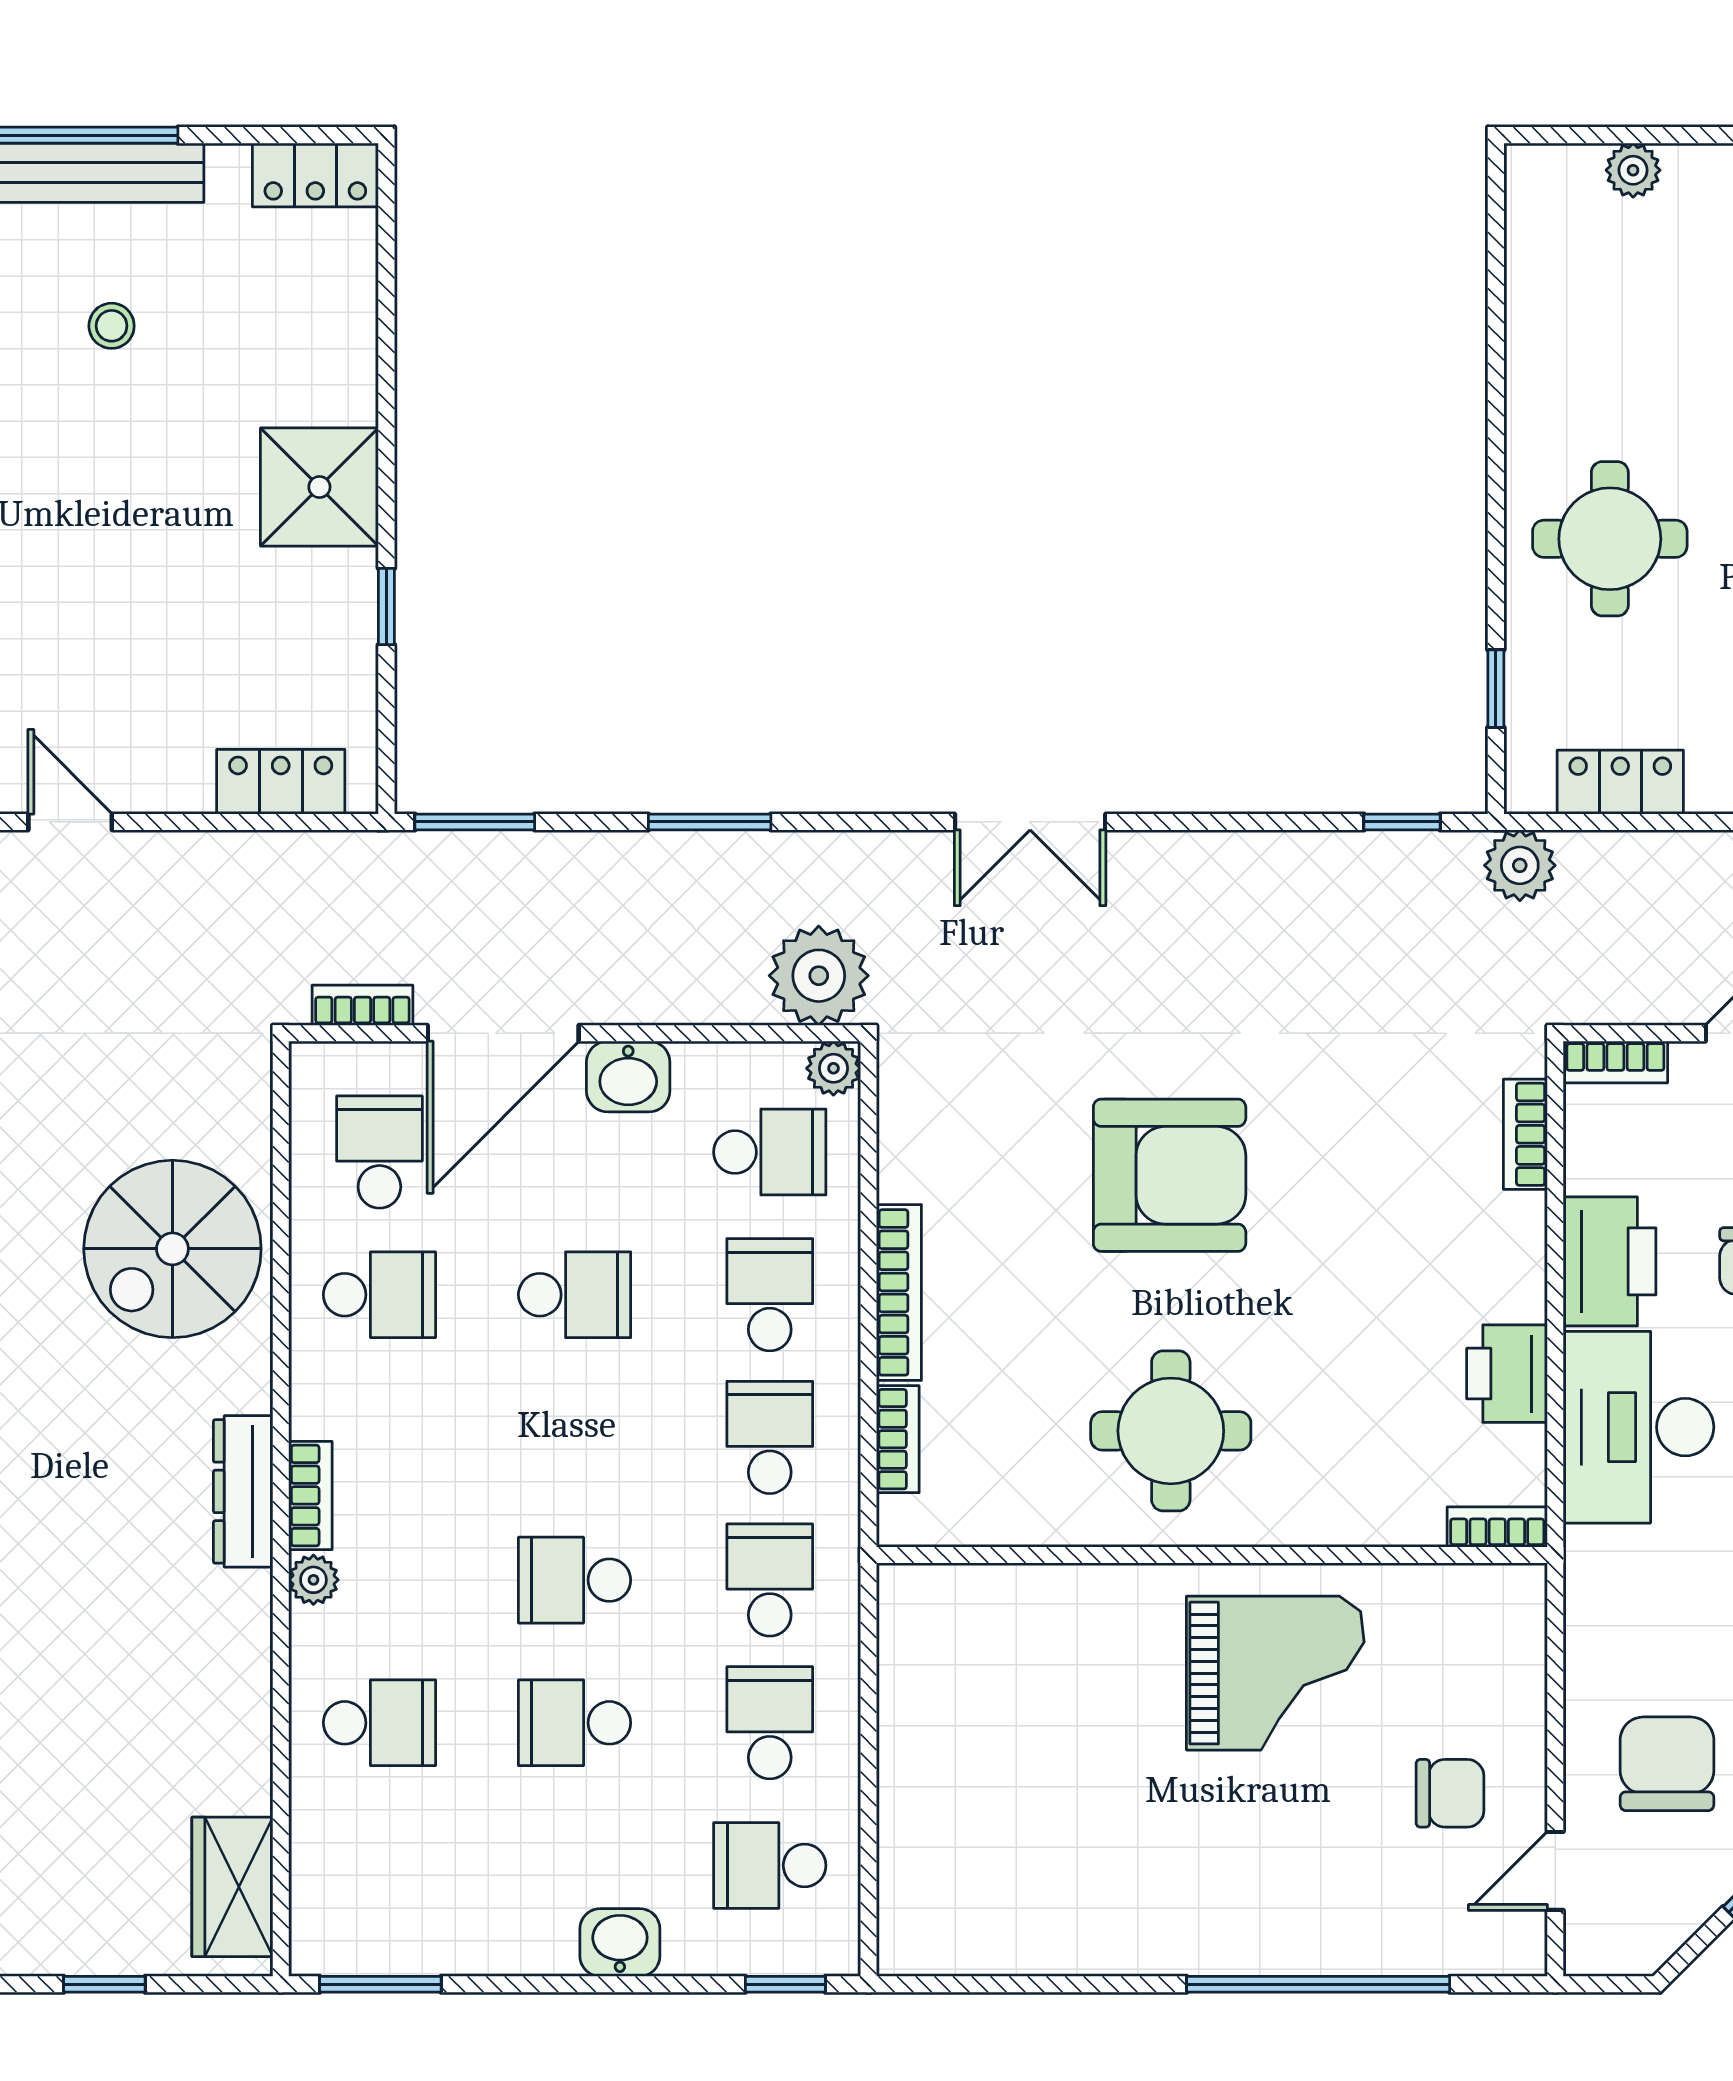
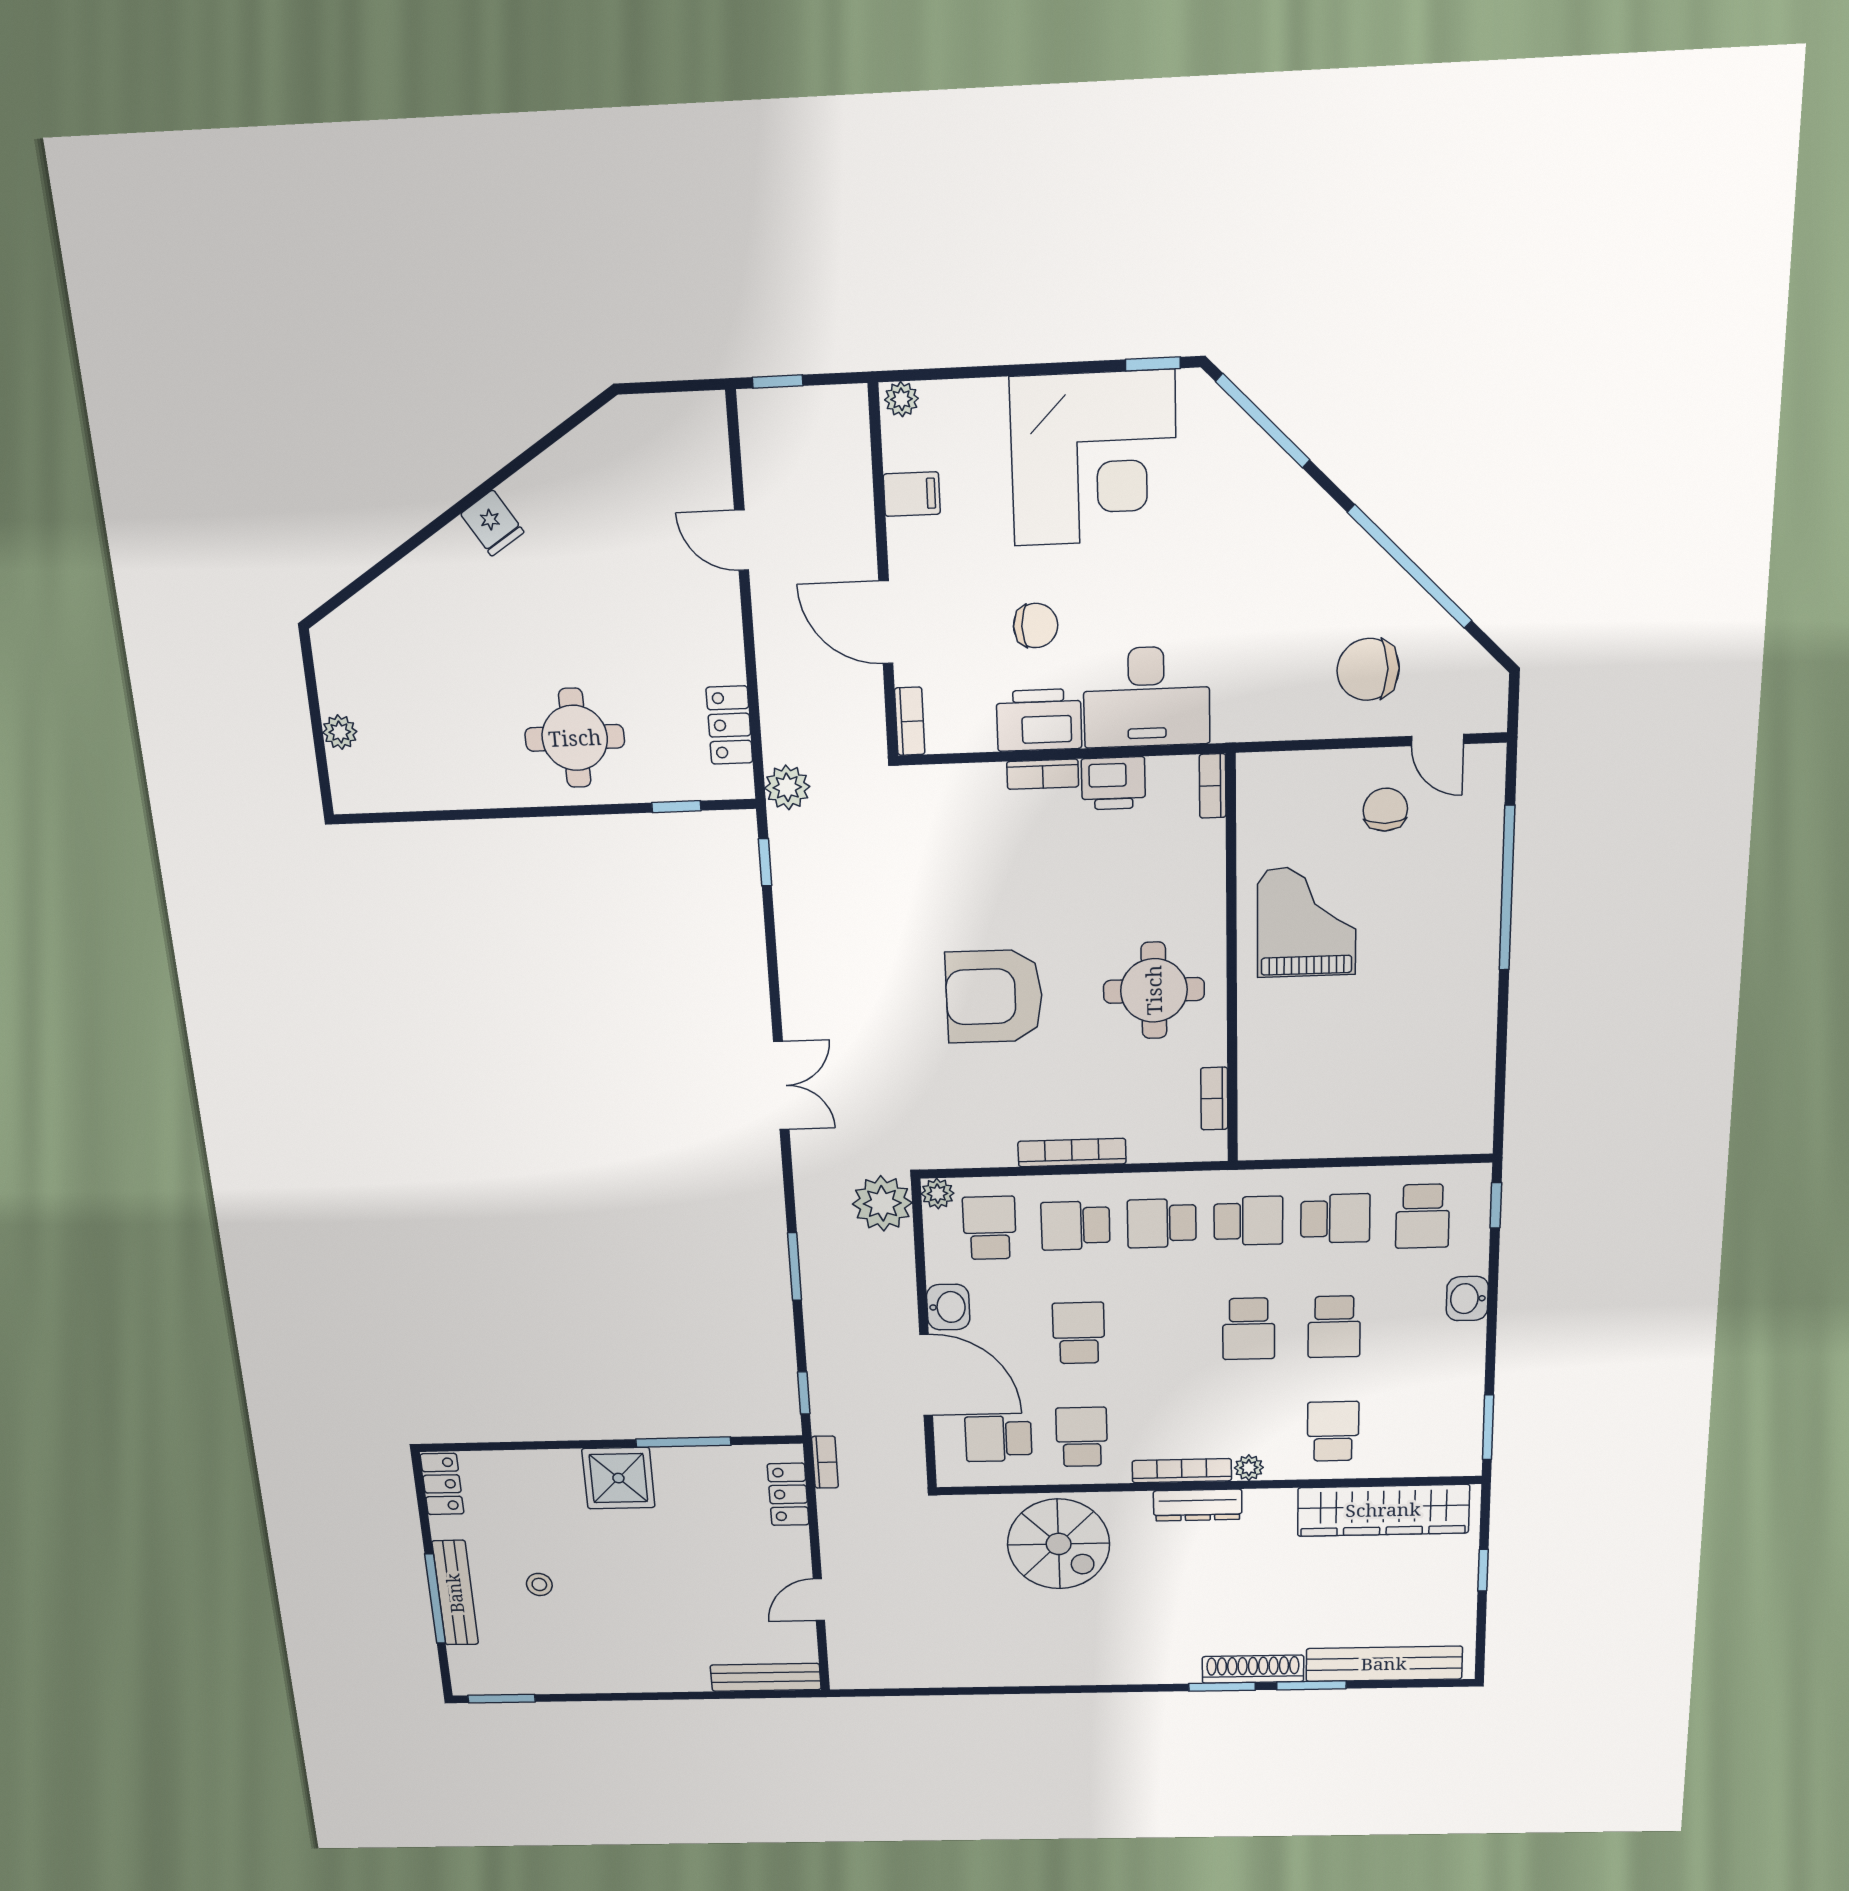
window: (386, 606) -> (683, 1442), width x2.17
window: (475, 822) -> (804, 1393), width x0.67
bookcase: (362, 1005) -> (825, 1462), moved, turned 180
bookcase: (1525, 1134) -> (1043, 774), moved
armchair: (1170, 1175) -> (994, 996), turned -90
bookcase: (898, 1439) -> (1214, 1099), moved, turned -90
bookcase: (310, 1495) -> (1182, 1471), width x1.56
school desk: (770, 1580) -> (1248, 1221), turned 180
school desk: (770, 1723) -> (1335, 1219), turned 180
wardrobe: (232, 1887) -> (1383, 1510), width x2.10, depth x1.17

